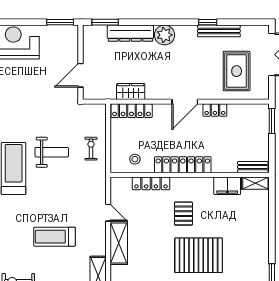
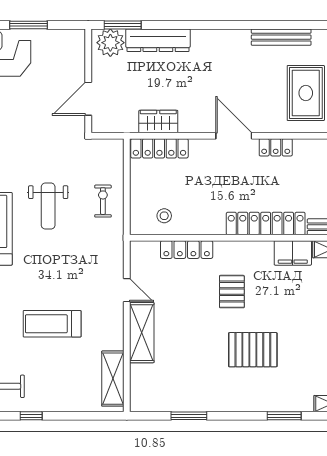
window: (60, 22) -> (28, 25), moved
window: (208, 22) -> (266, 25), removed
plant: (165, 35) -> (110, 43), moved
door: (185, 102) -> (234, 136), swing flipped
weight bench: (52, 152) -> (48, 206), turned 90
locker: (183, 165) -> (266, 223), moved
pallet: (199, 255) -> (253, 350), width x0.73, depth x0.71

